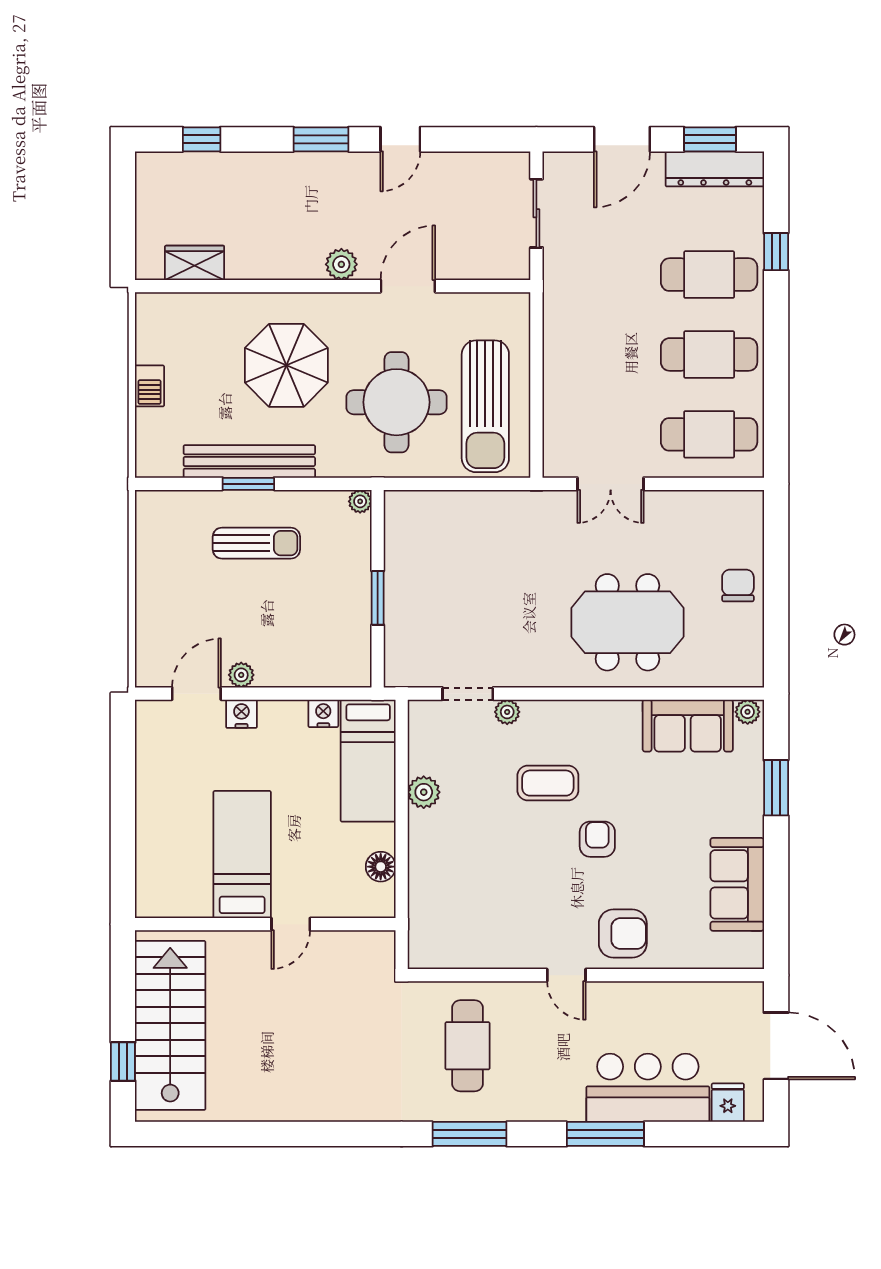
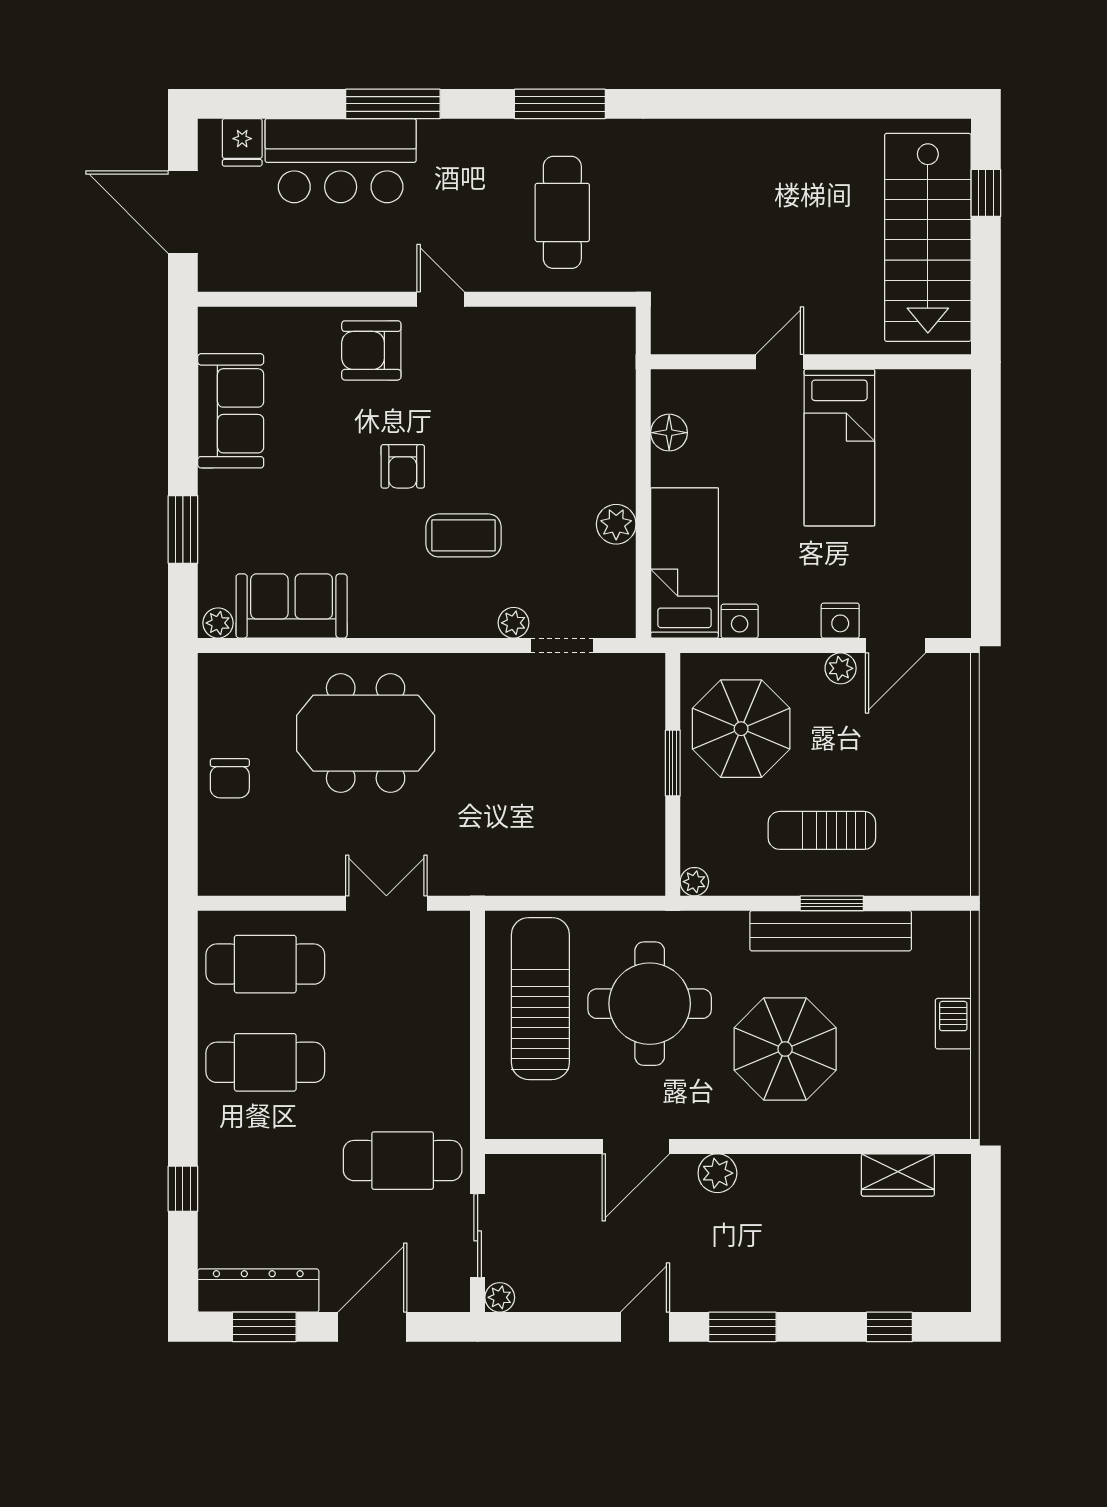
plant: (518, 163) -> (500, 1297), added
cafe table: (709, 275) -> (403, 1161), moved
parasol: (322, 626) -> (741, 729), added

